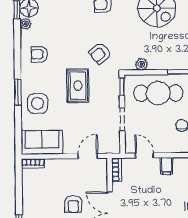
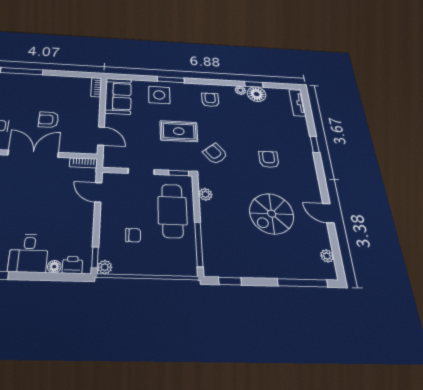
door: (145, 155) -> (98, 192), swing flipped
filing cabinet: (167, 166) -> (84, 216), removed

